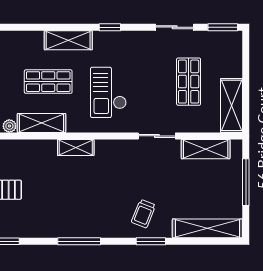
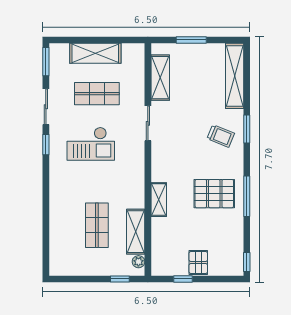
window: (110, 27) -> (46, 145), moved
shelving: (68, 40) -> (58, 207), removed
checkout: (108, 92) -> (91, 144), moved
shelving: (232, 105) -> (95, 53), moved
window: (246, 182) -> (191, 40), width x0.69
pallet: (82, 207) -> (214, 194), added

